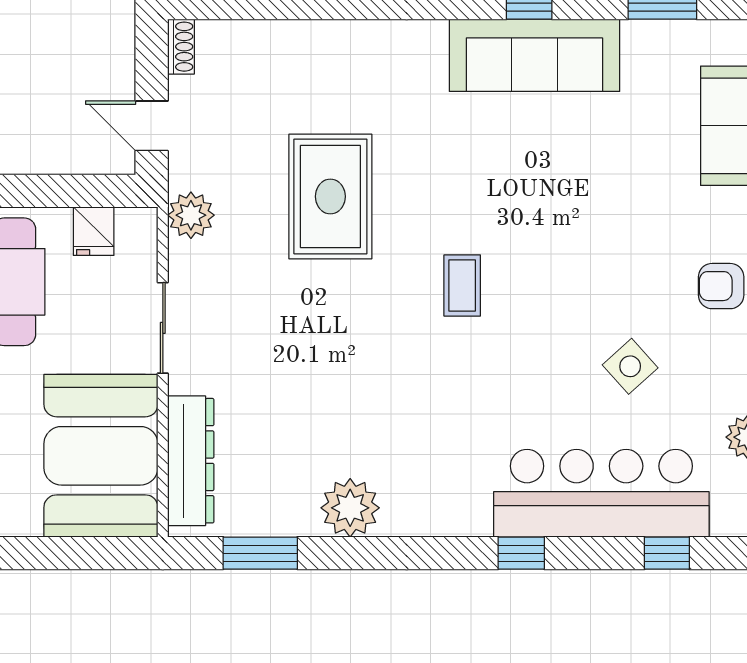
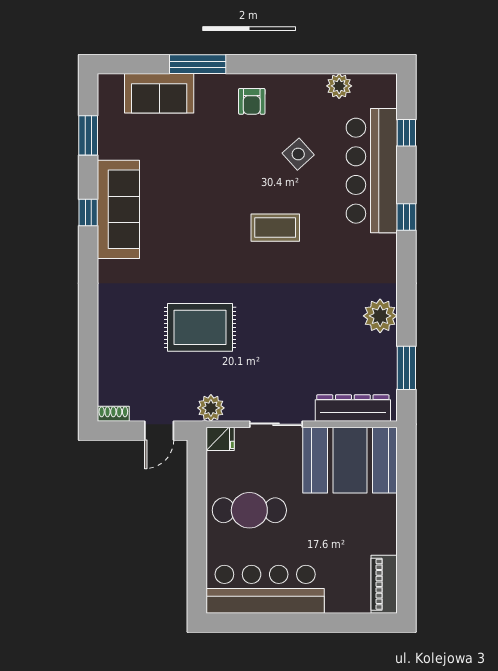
fridge: (94, 231) -> (220, 439), moved
coffee table: (462, 286) -> (275, 228), moved, width x1.36, depth x1.30

